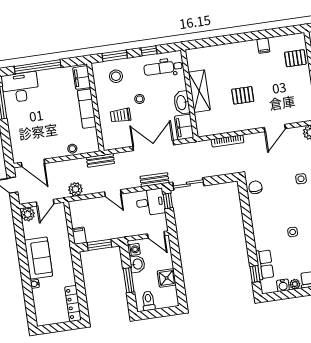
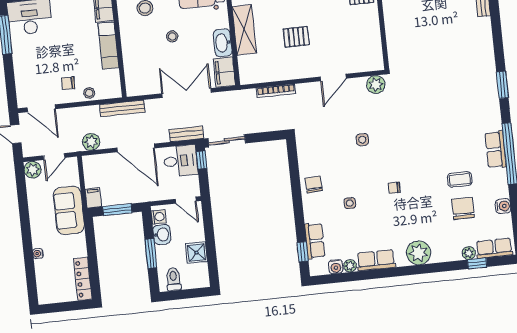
trolley: (121, 115) -> (149, 55), removed
chair: (55, 141) -> (68, 83), added
bench: (100, 160) -> (122, 108), width x1.36
chair: (255, 187) -> (314, 184), moved
door: (113, 193) -> (136, 148), width x1.87
sofa: (38, 258) -> (69, 210), moved, turned 180

